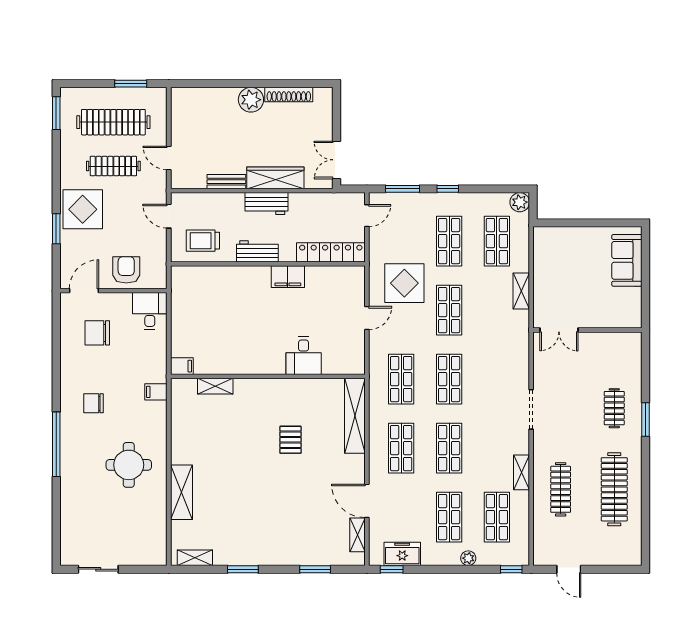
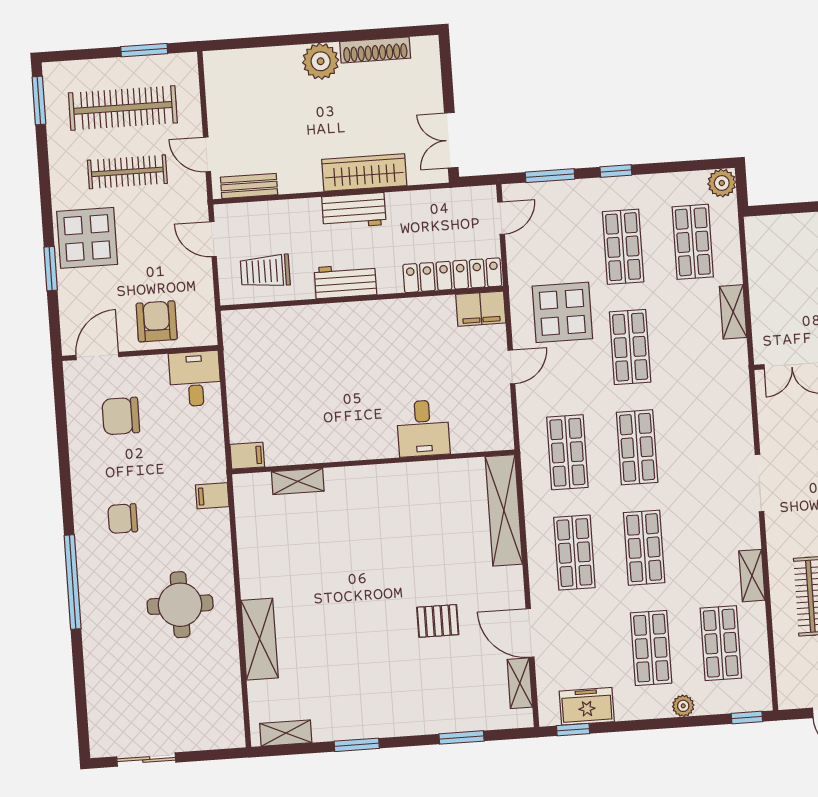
bench: (226, 182) -> (249, 186), moved
filing cabinet: (288, 277) -> (481, 309), moved
pallet: (291, 440) -> (438, 621), moved, turned 90

